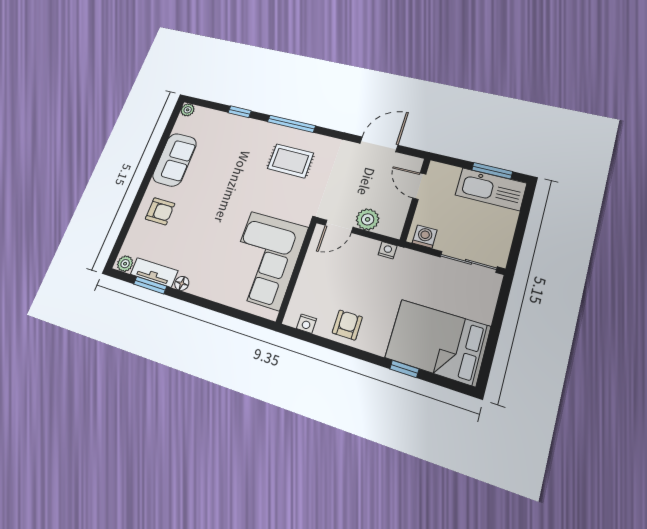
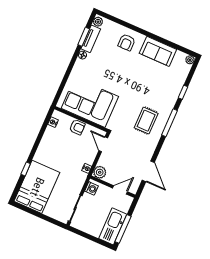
window: (492, 171) -> (123, 229), width x1.44
plant: (368, 219) -> (100, 172), moved
armchair: (347, 325) -> (77, 127), moved

